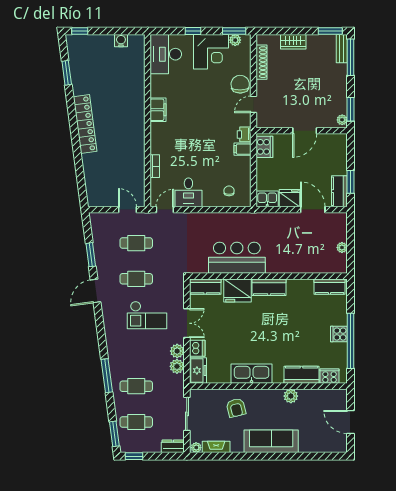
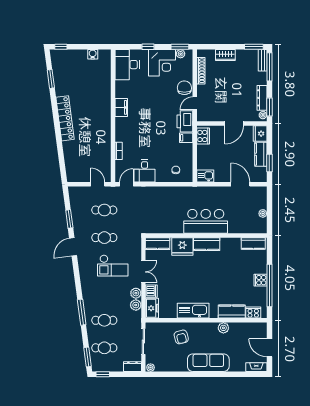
dresser: (341, 97) -> (262, 98), added
printer: (244, 134) -> (185, 121), width x1.87, depth x1.48
kitchen counter: (339, 191) -> (261, 154), moved
fridge: (290, 198) -> (260, 134), moved, turned -90
bar counter: (237, 258) -> (206, 221), moved
fireplace: (216, 447) -> (256, 367), moved

